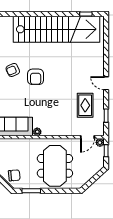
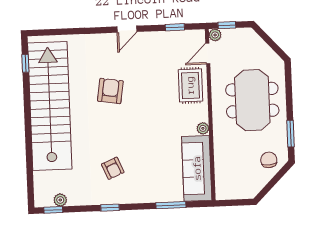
armchair: (36, 77) -> (110, 91), moved, turned -81
rug: (85, 105) -> (190, 85), moved, turned 90
door: (87, 137) -> (208, 54), swing flipped
meeting table: (55, 166) -> (252, 100), turned 90

